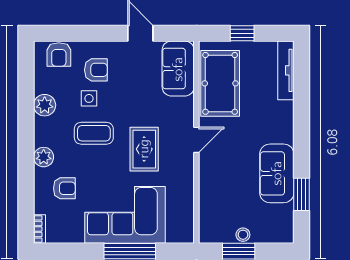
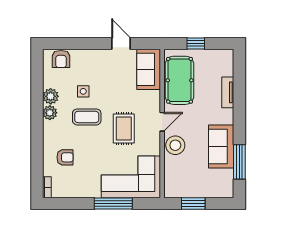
armchair: (96, 70) -> (88, 70), removed
tv unit: (286, 70) -> (228, 92), moved, width x0.71
plant: (44, 157) -> (50, 113), moved
window: (302, 194) -> (239, 162), width x1.44
corner sofa: (125, 215) -> (131, 177), moved
stool: (243, 235) -> (175, 145), moved, width x1.89, depth x1.89

